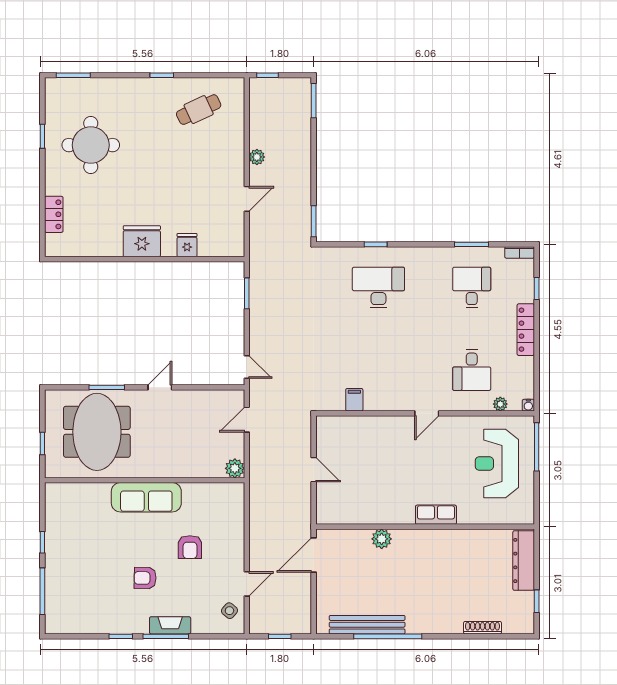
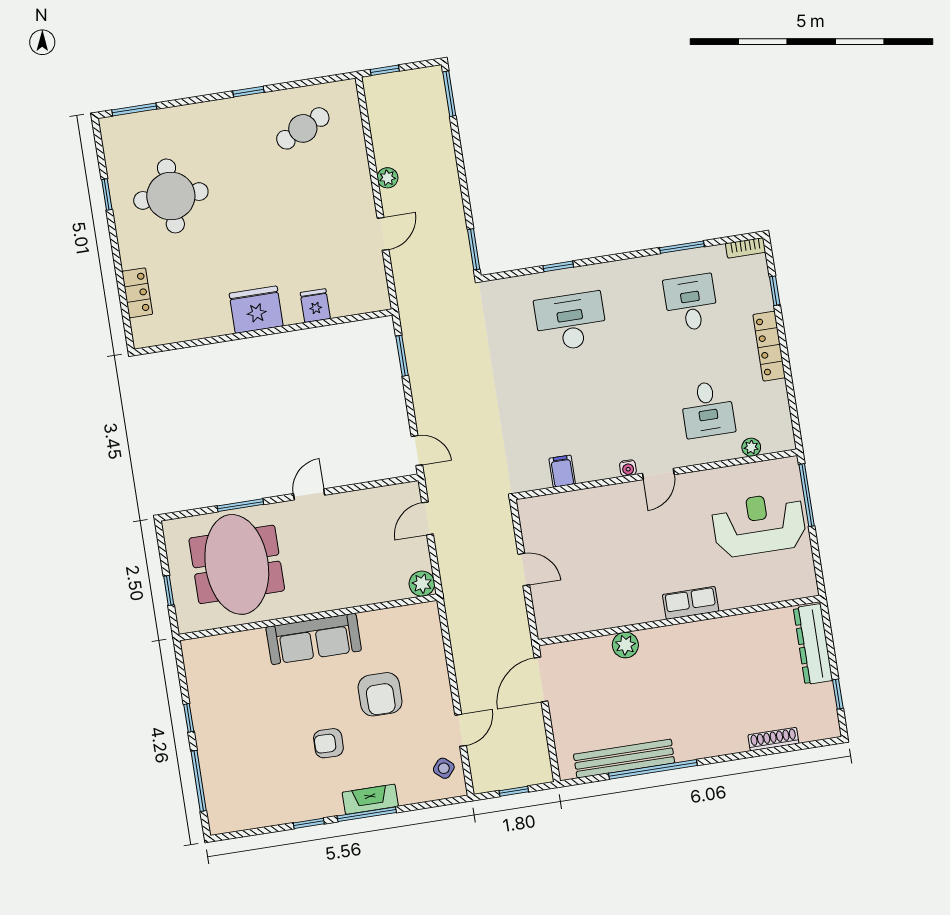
water cooler: (528, 405) -> (628, 468), moved
reception desk: (497, 463) -> (759, 525), turned 90
armchair: (190, 547) -> (380, 694), width x1.38, depth x1.38

